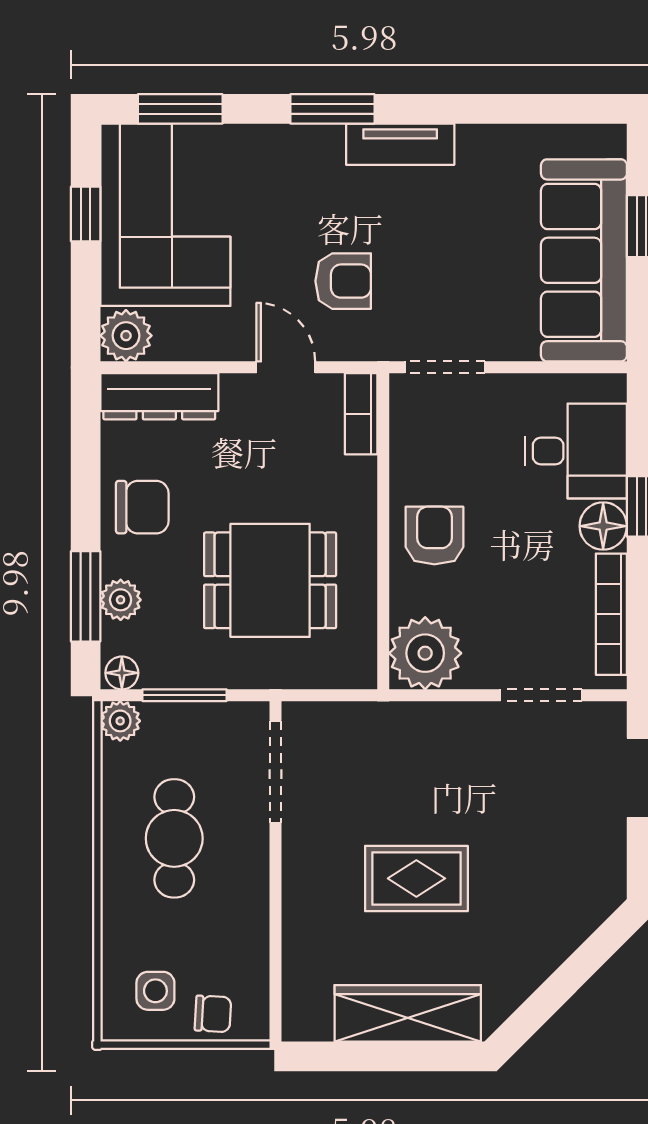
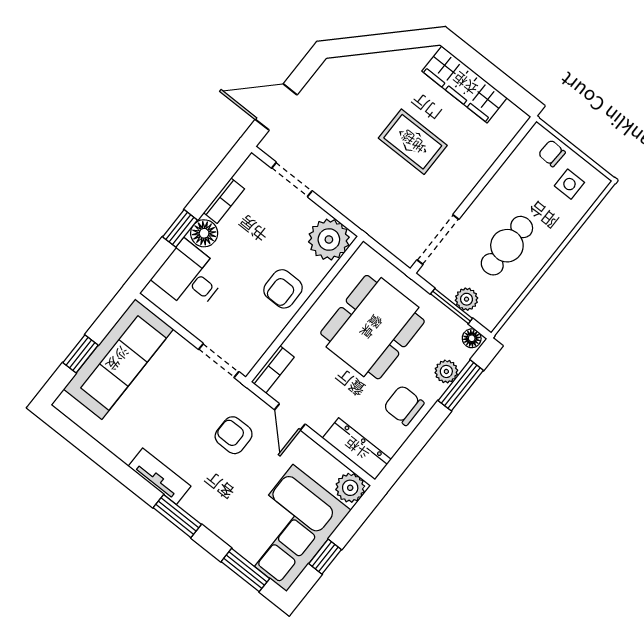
dining table: (270, 580) -> (372, 327), width x1.38
bookcase: (611, 614) -> (224, 201), width x0.64
plant: (120, 721) -> (467, 299), moved

